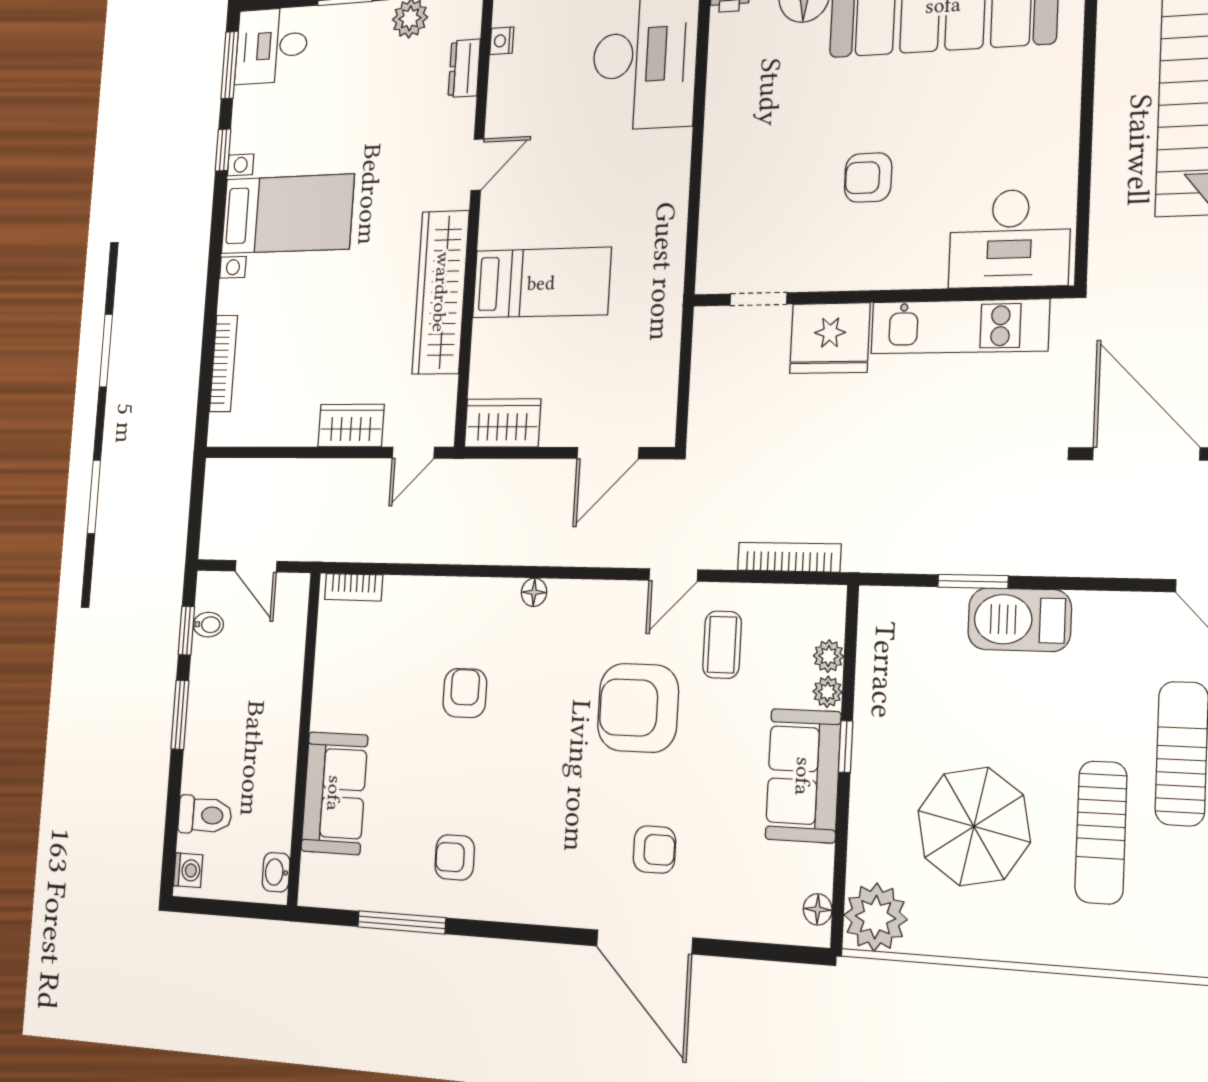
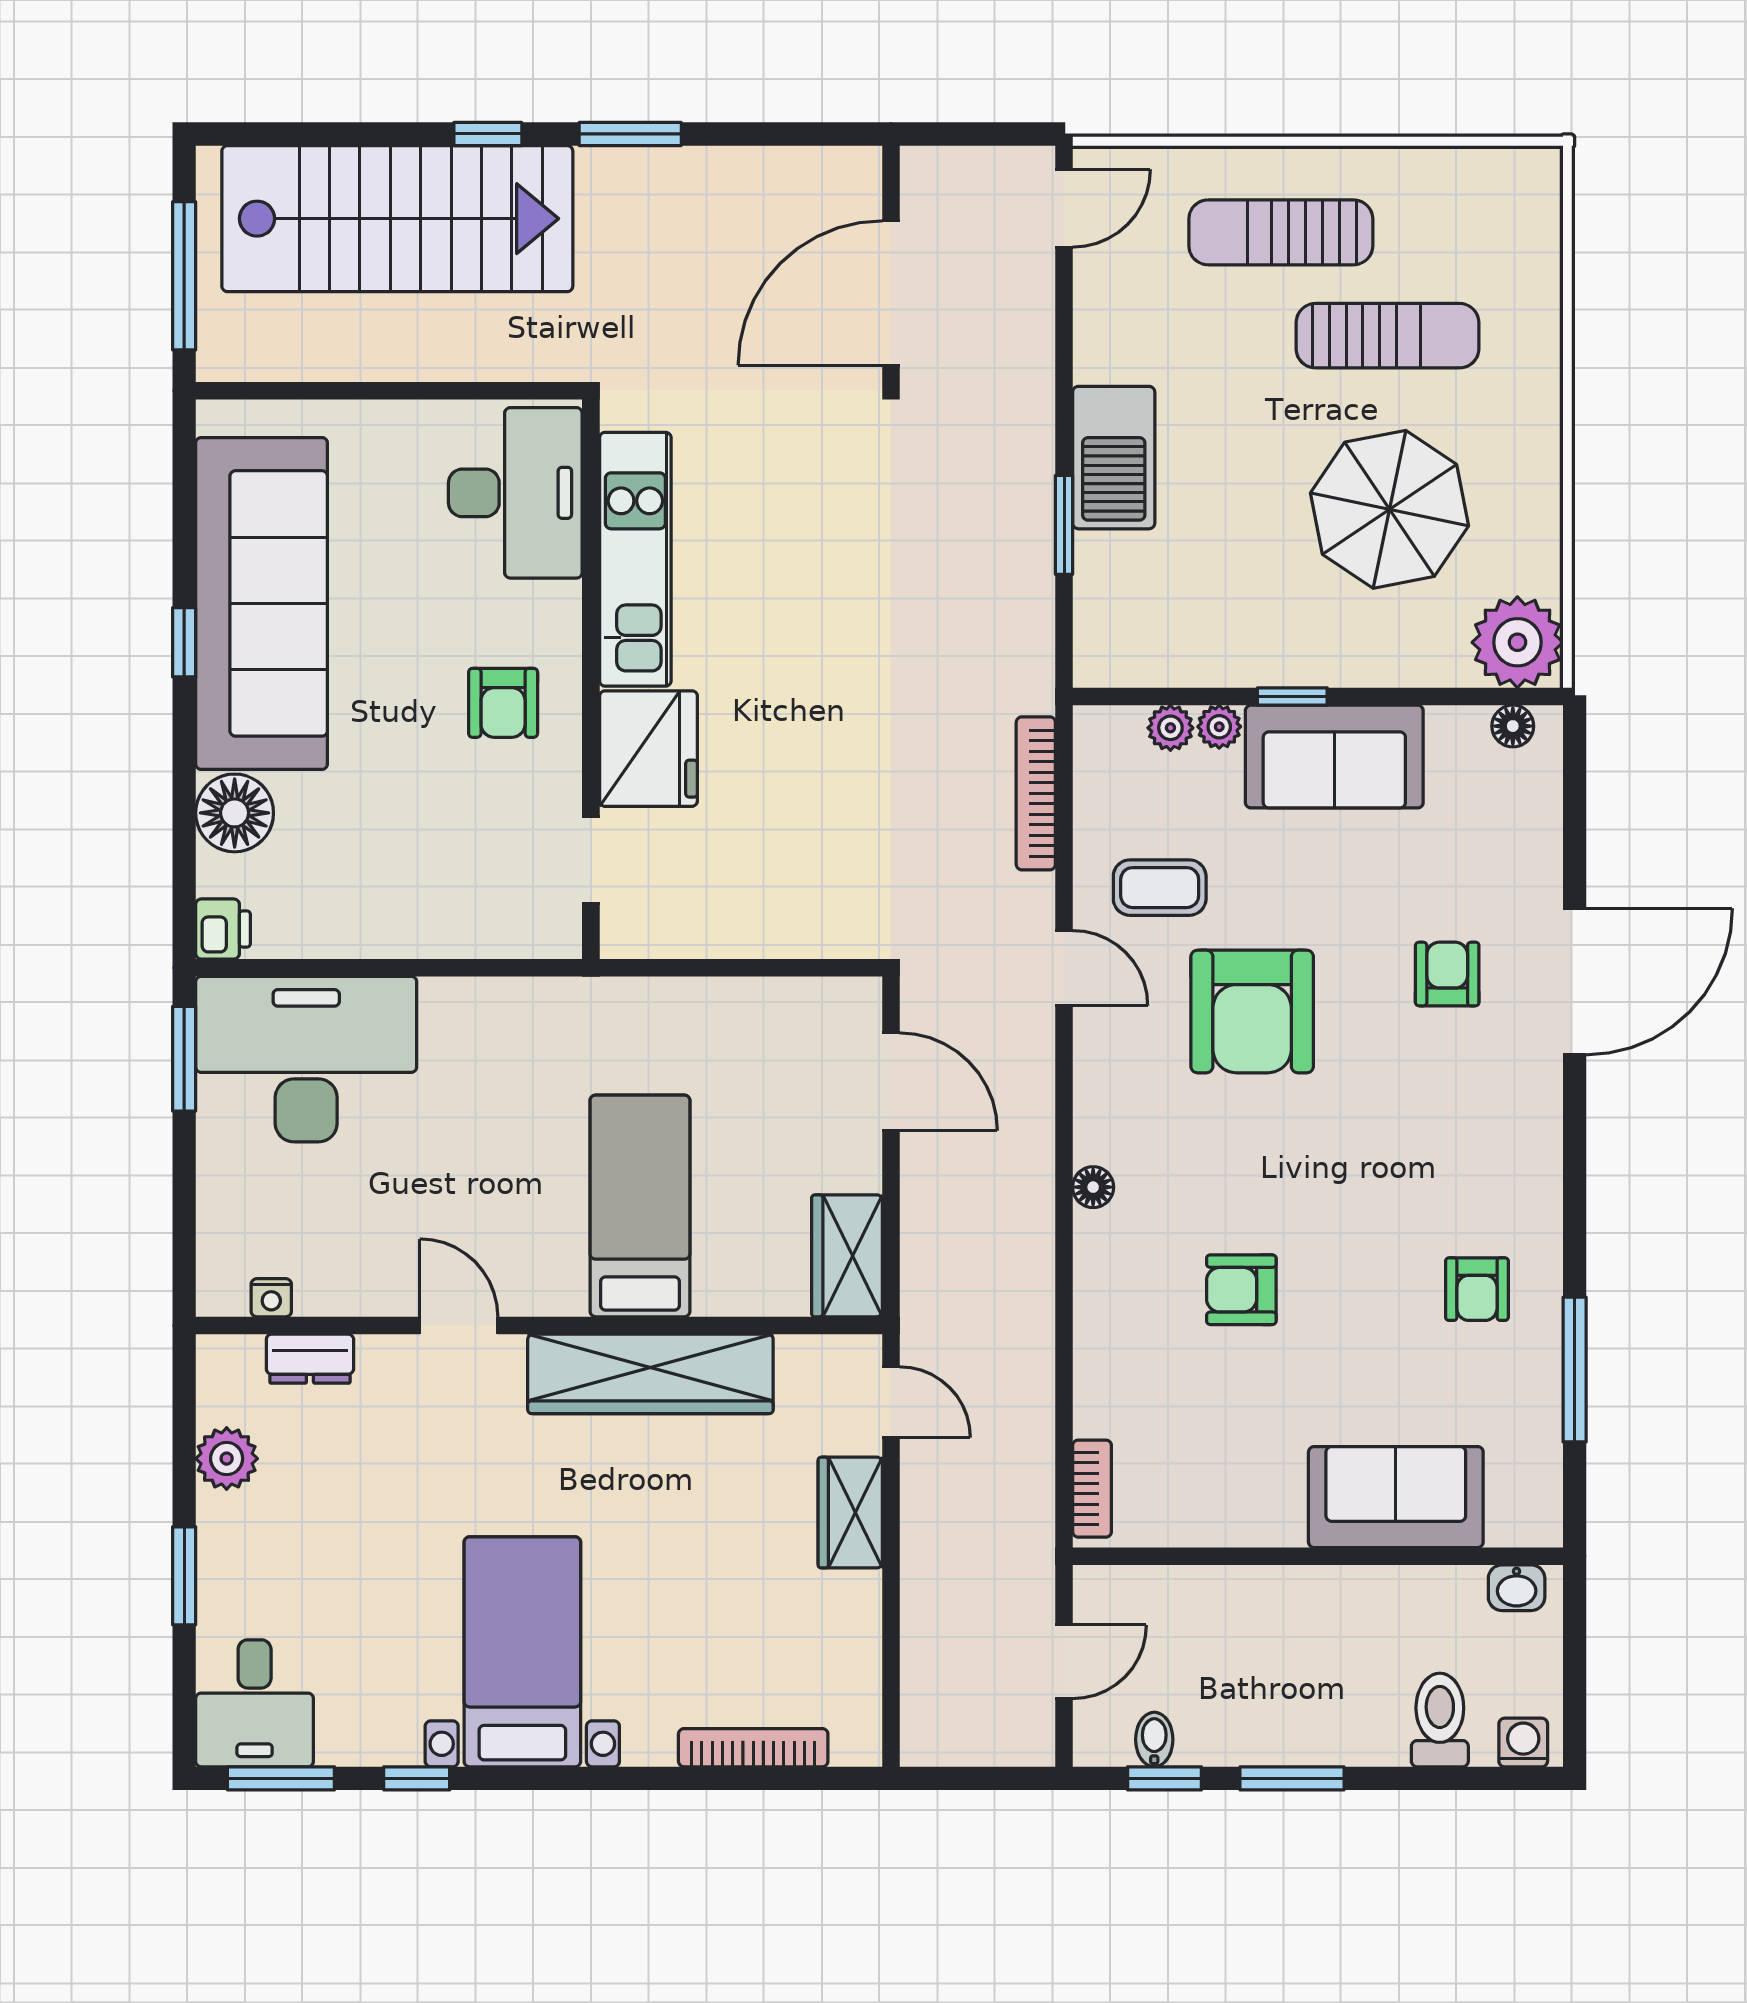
desk: (1010, 239) -> (515, 493), moved
wall: (878, 296) -> (591, 679), moved
doorway: (758, 299) -> (591, 860), moved
kitchen unit: (959, 326) -> (635, 559), moved
fridge: (830, 338) -> (648, 749), moved

